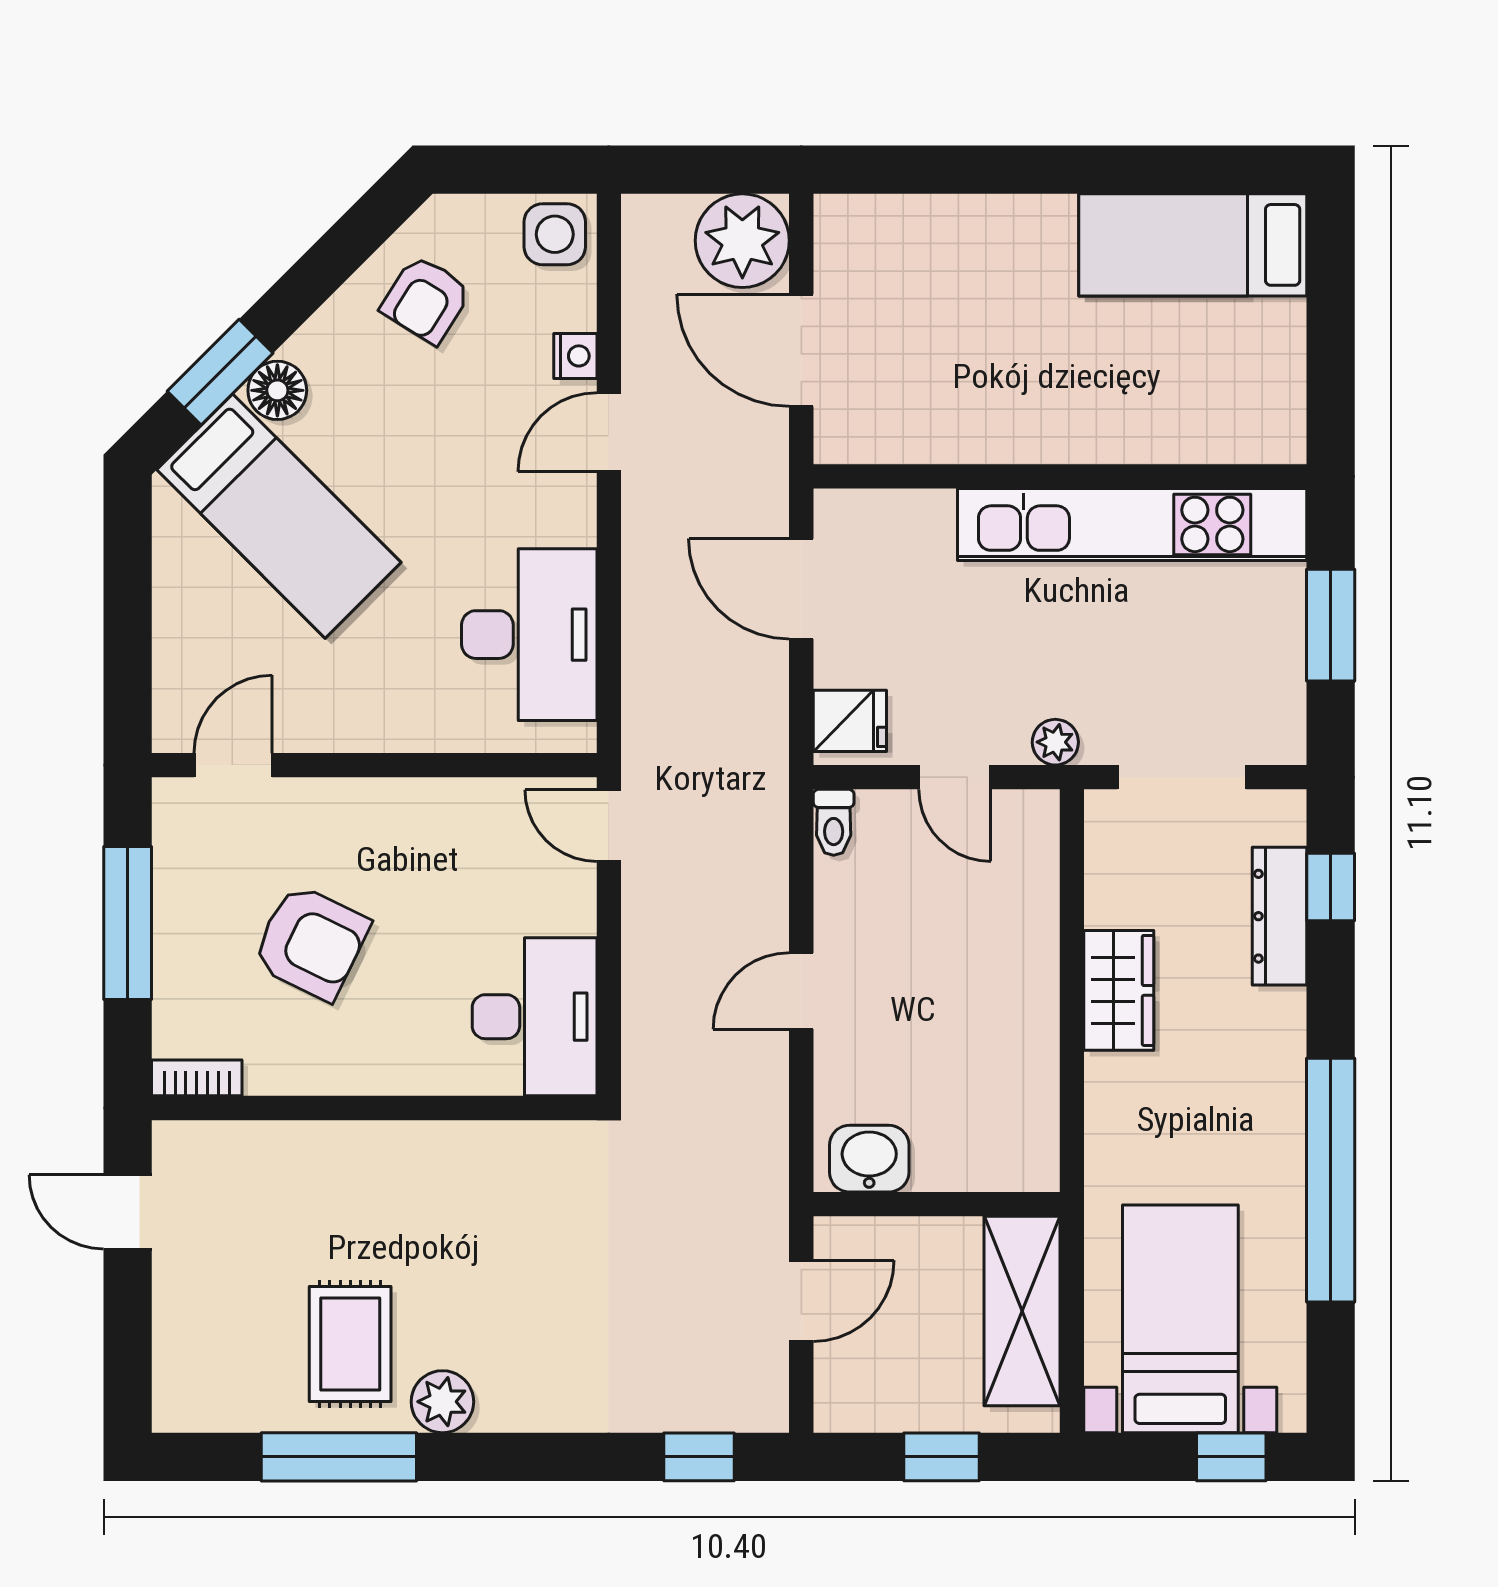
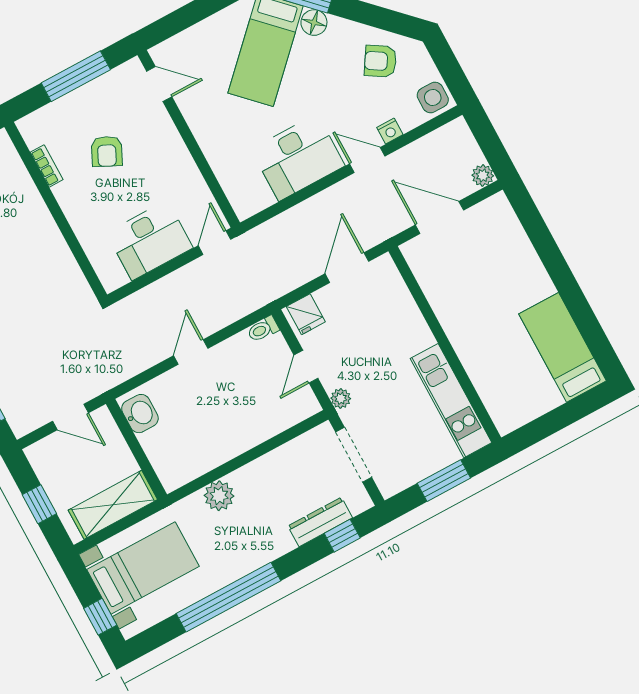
plant: (742, 241) -> (483, 176), width x0.53, depth x0.53
door: (801, 350) -> (439, 218), hinge flipped
kitchen unit: (1132, 524) -> (451, 401), width x0.73
desk: (529, 635) -> (298, 158), moved
armchair: (311, 942) -> (107, 151), width x0.72, depth x0.72
wardrobe: (1119, 990) -> (258, 475), removed
door: (801, 991) -> (191, 352), hinge flipped
desk: (535, 1017) -> (150, 240), moved
bookcase: (197, 1078) -> (47, 166), moved
plant: (1118, 1089) -> (219, 496), added

